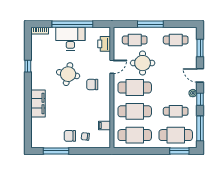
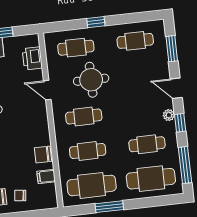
window: (150, 24) -> (96, 22), width x0.46
door: (112, 67) -> (47, 90), swing flipped
chair: (92, 85) -> (43, 155), moved
cafe table: (135, 88) -> (84, 117), width x0.73, depth x0.74
cafe table: (135, 111) -> (88, 151), width x0.73, depth x0.74
window: (179, 151) -> (109, 207), moved

